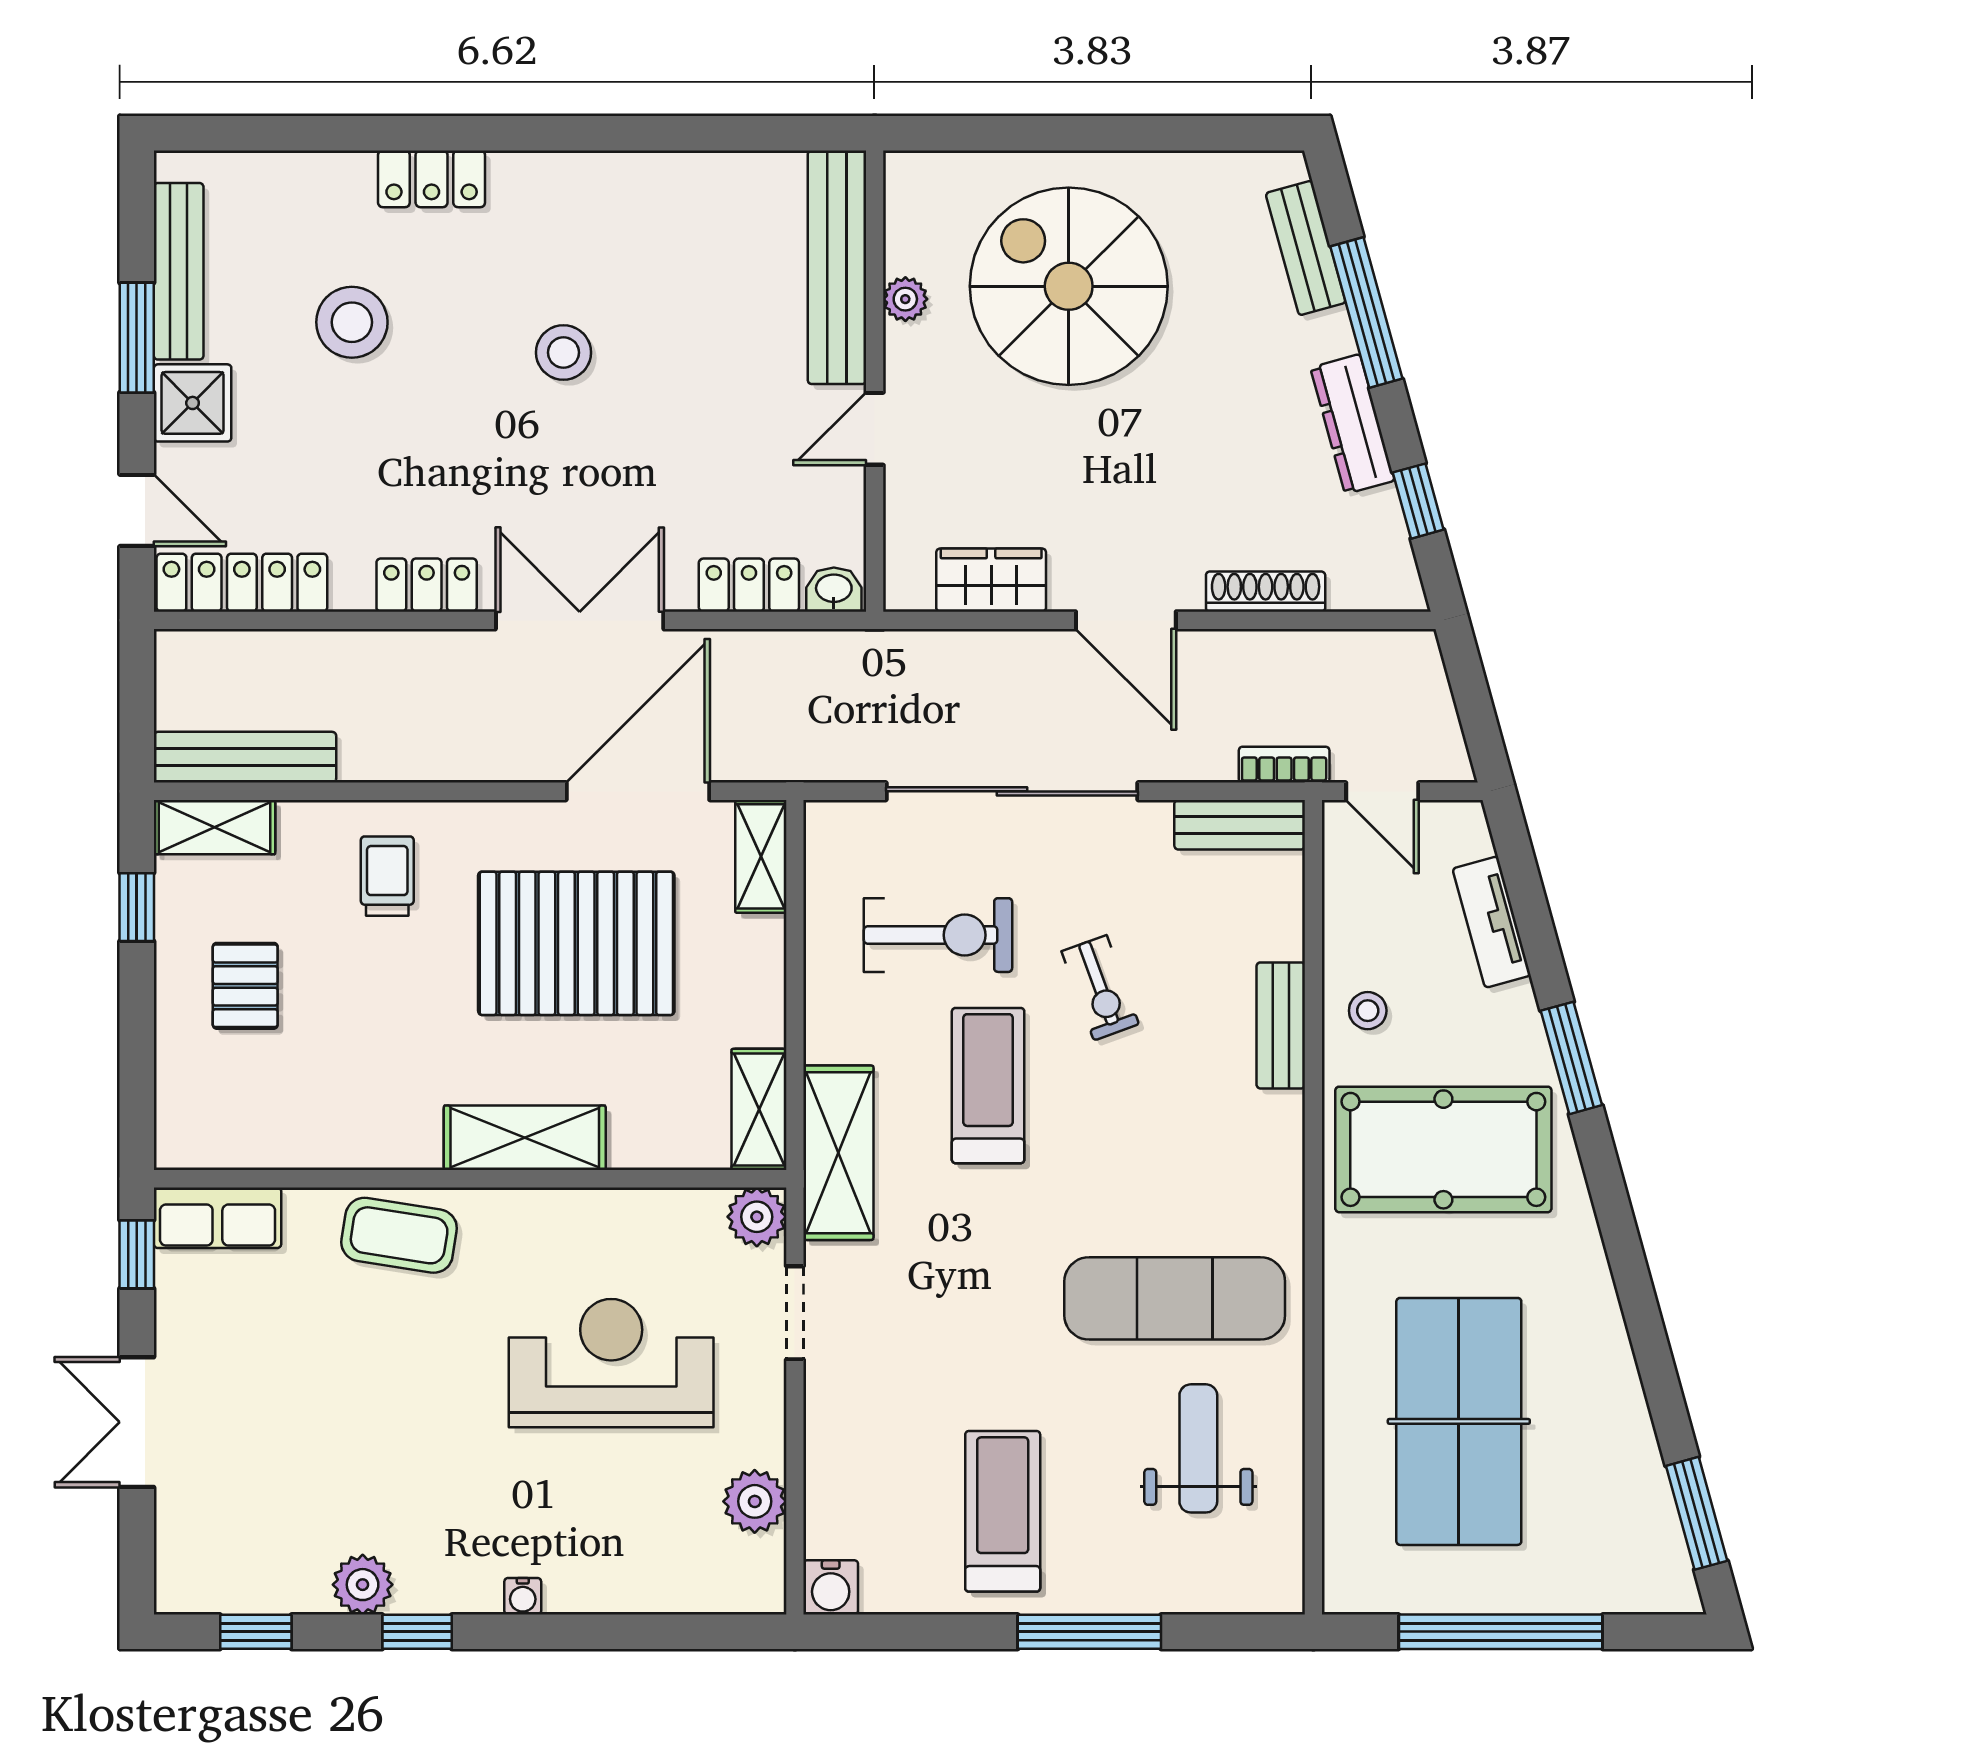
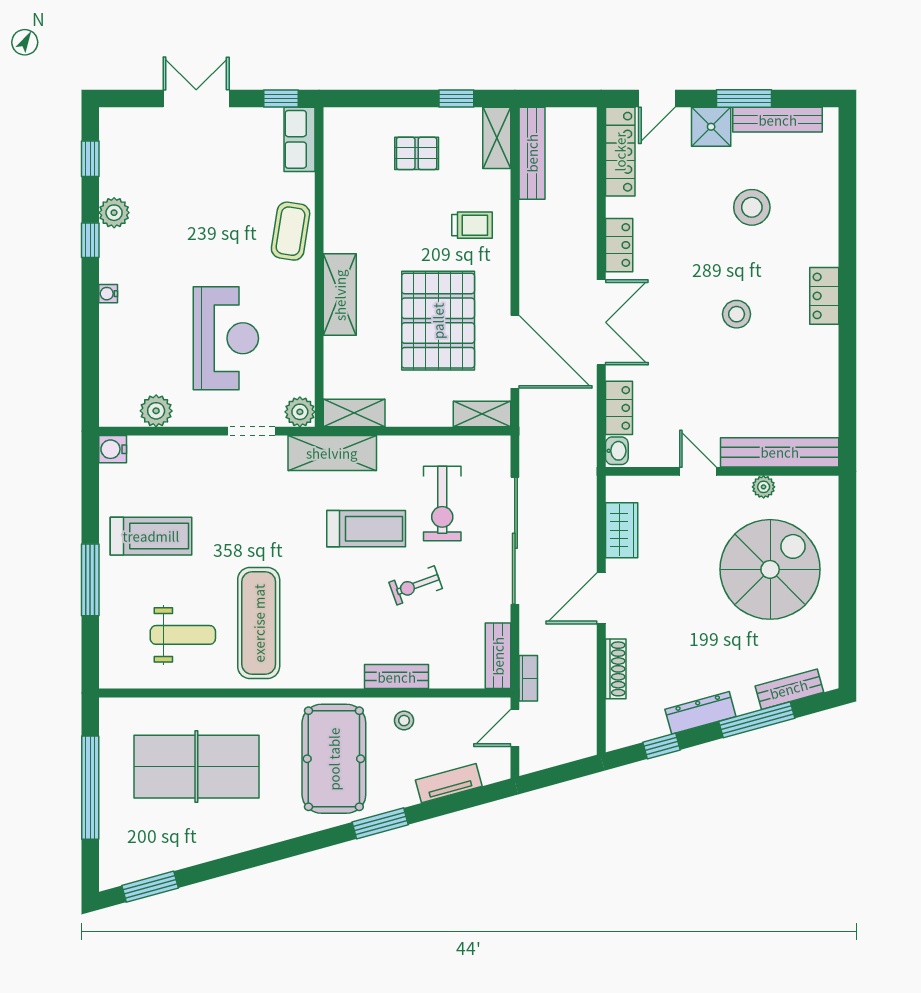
locker: (432, 179) -> (824, 296), moved

